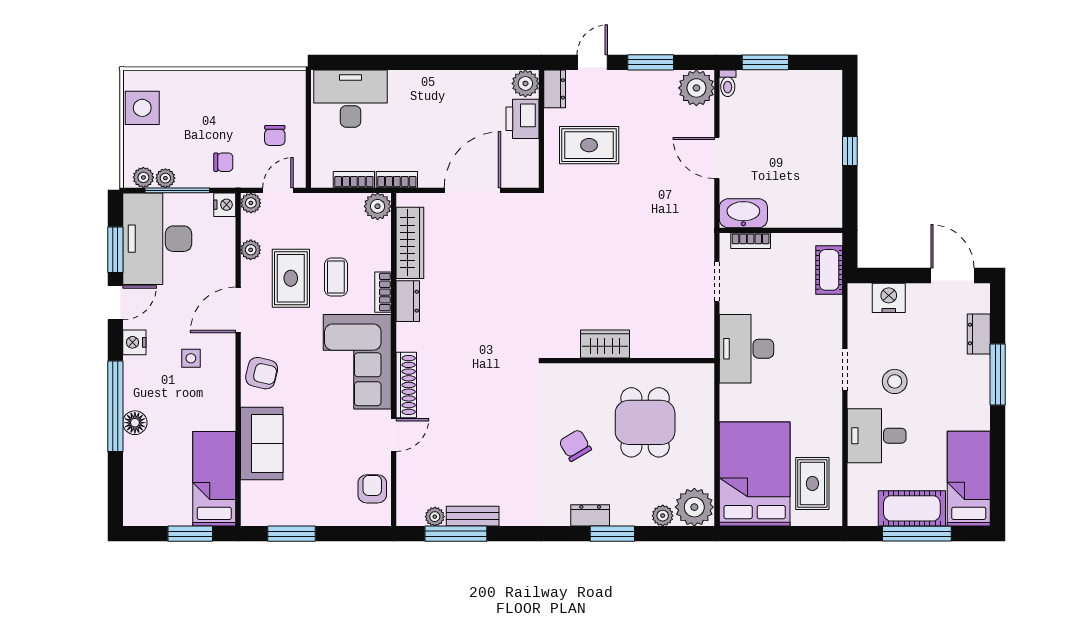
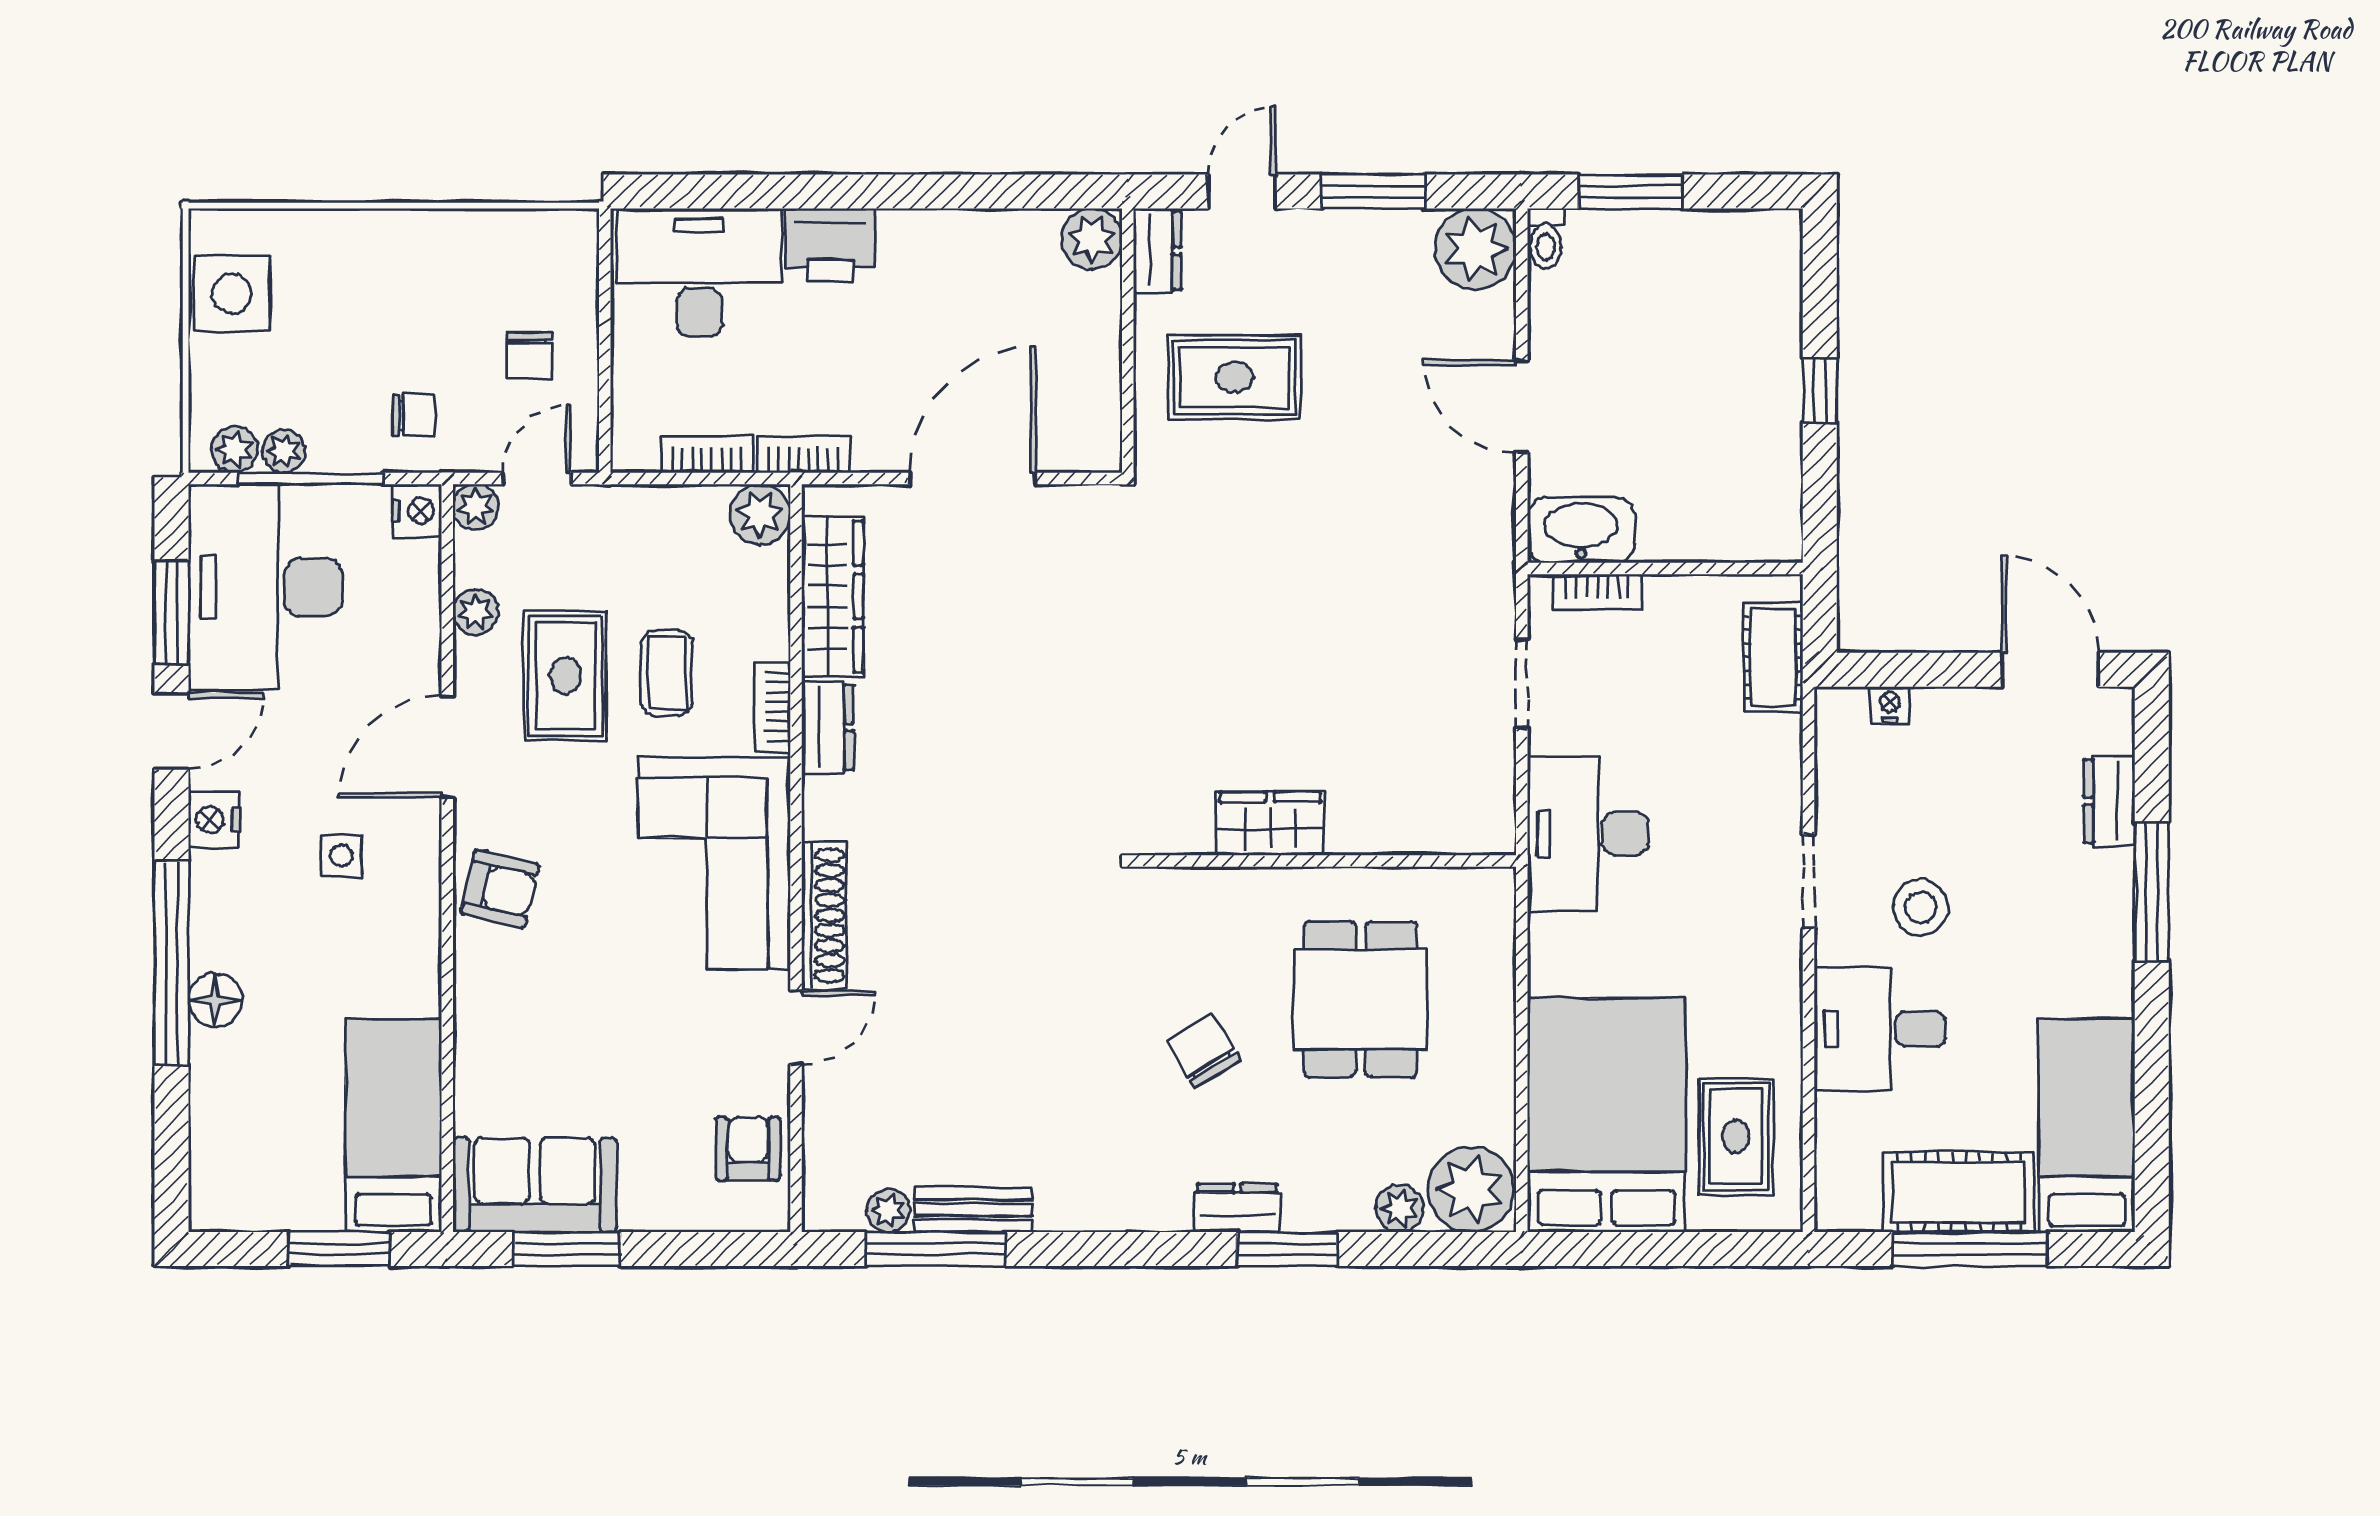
printer: (523, 119) -> (830, 245), moved, turned -90
nightstand: (889, 298) -> (1890, 705), width x0.53, depth x0.56
sofa: (262, 444) -> (535, 1185), moved, turned -90

